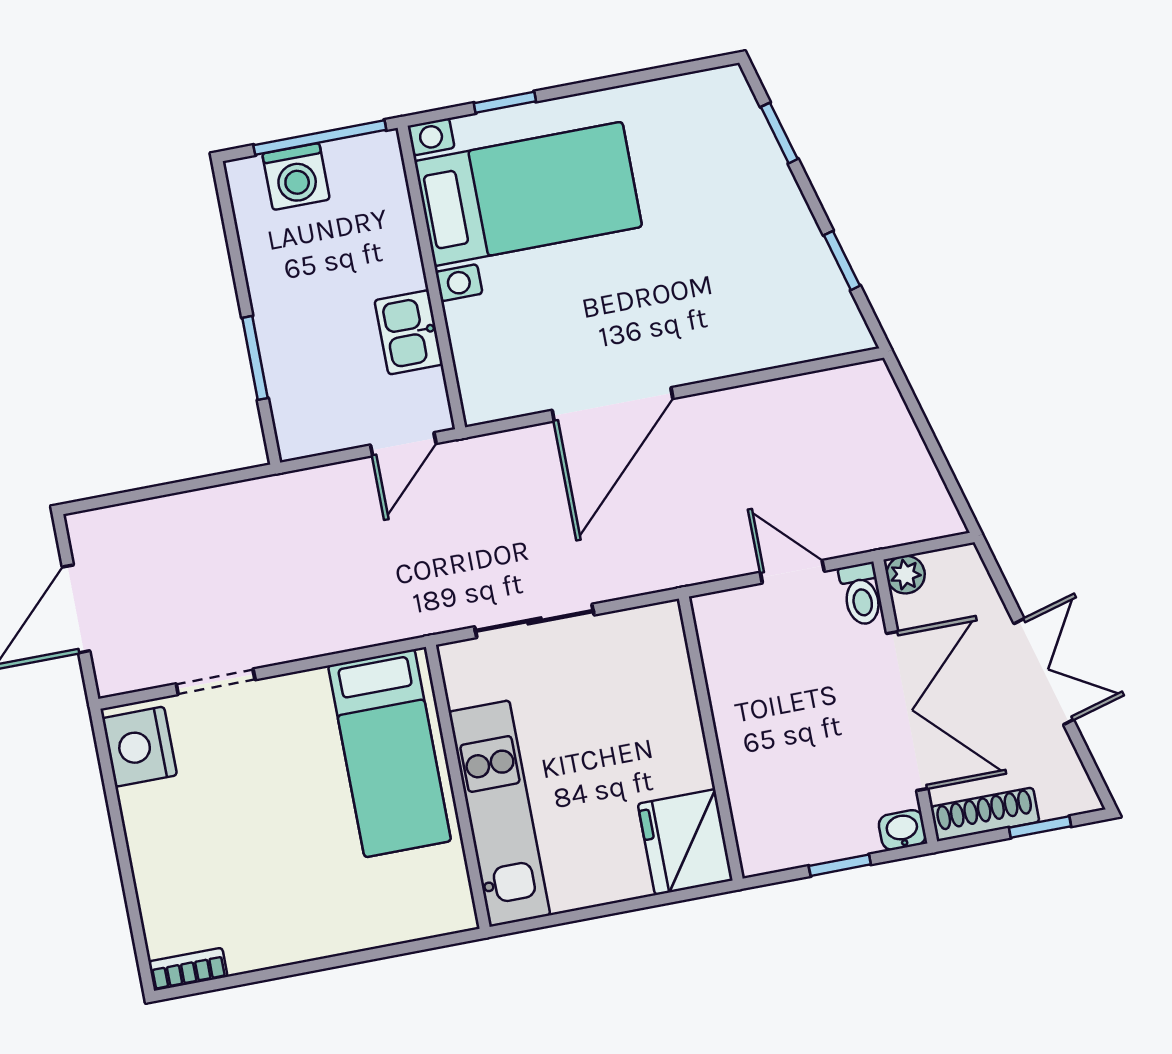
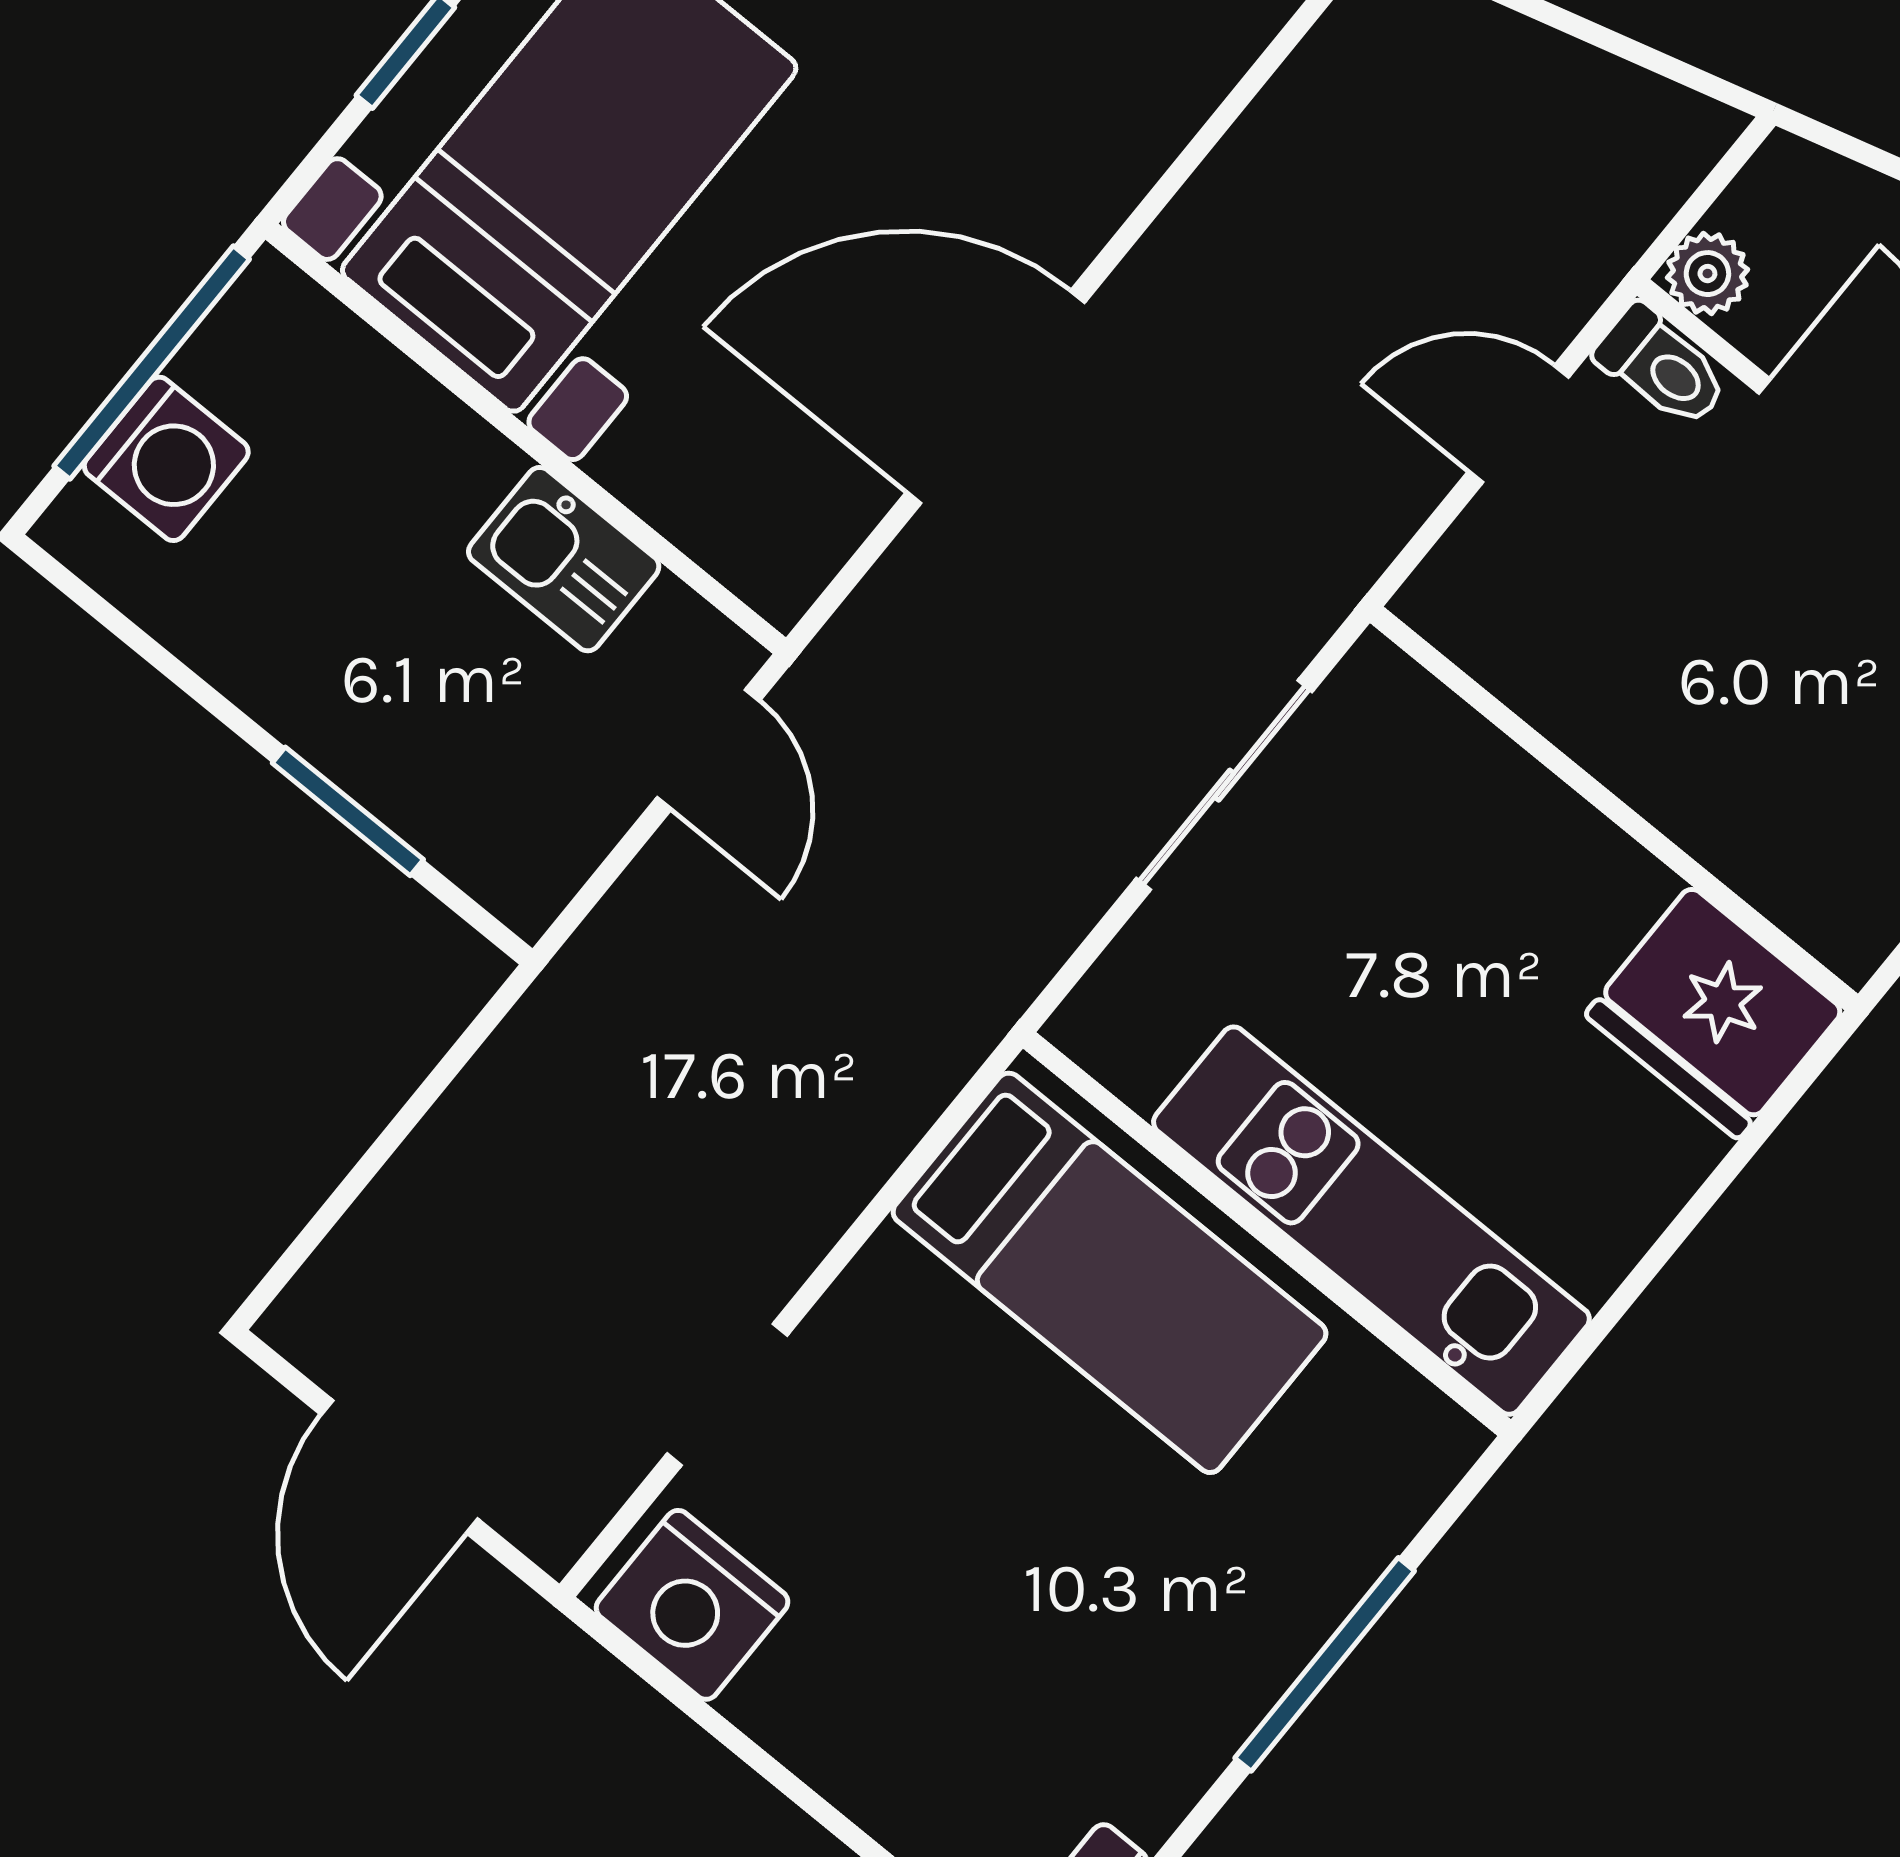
door: (613, 404) -> (996, 397), swing flipped
sliding door: (534, 621) -> (1224, 785), moved
window: (349, 959) -> (1325, 1664), added

